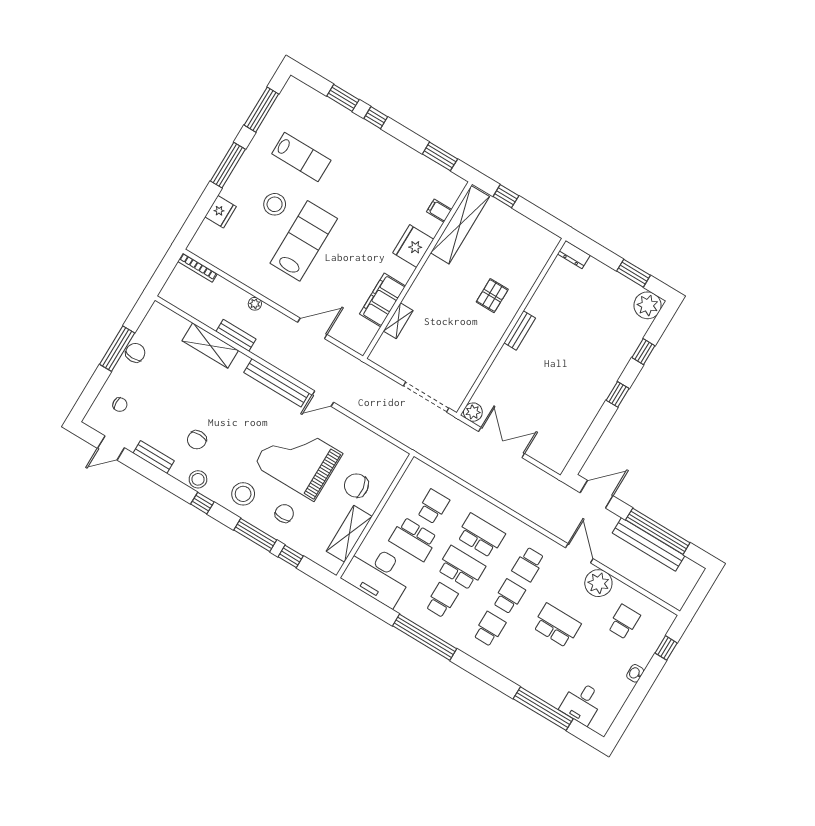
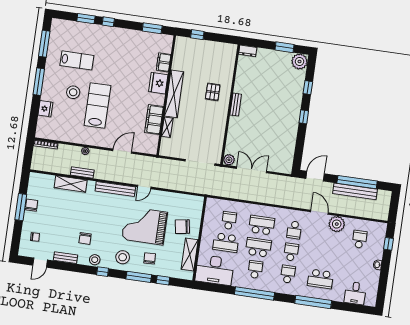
filing cabinet: (439, 211) -> (164, 62), width x2.00
shelving: (460, 225) -> (174, 94), moved
school desk: (557, 625) -> (320, 279), moved, turned 180
window: (543, 709) -> (313, 302), moved

